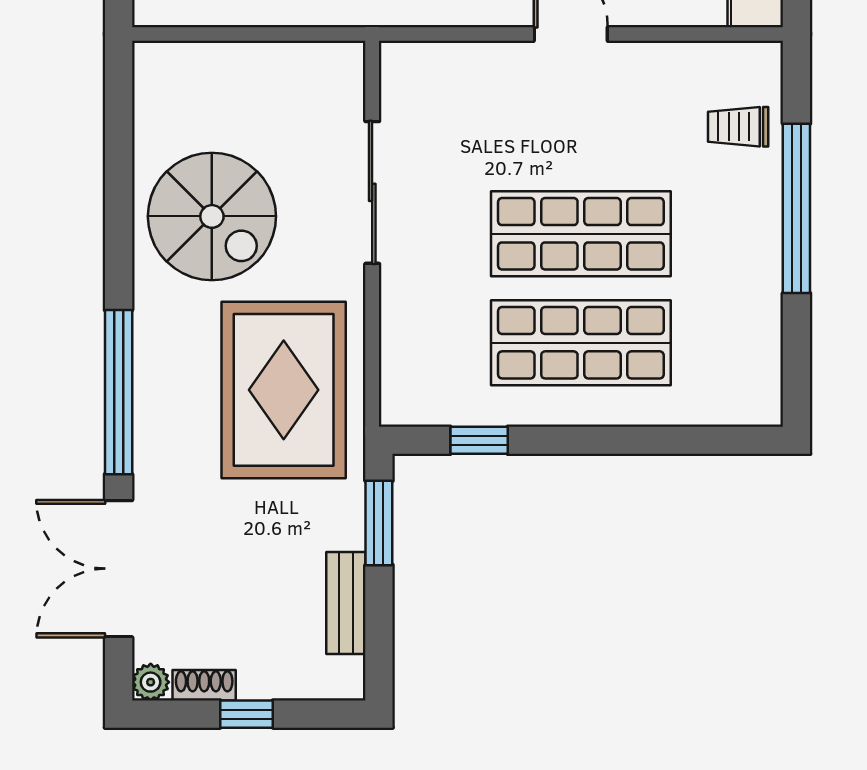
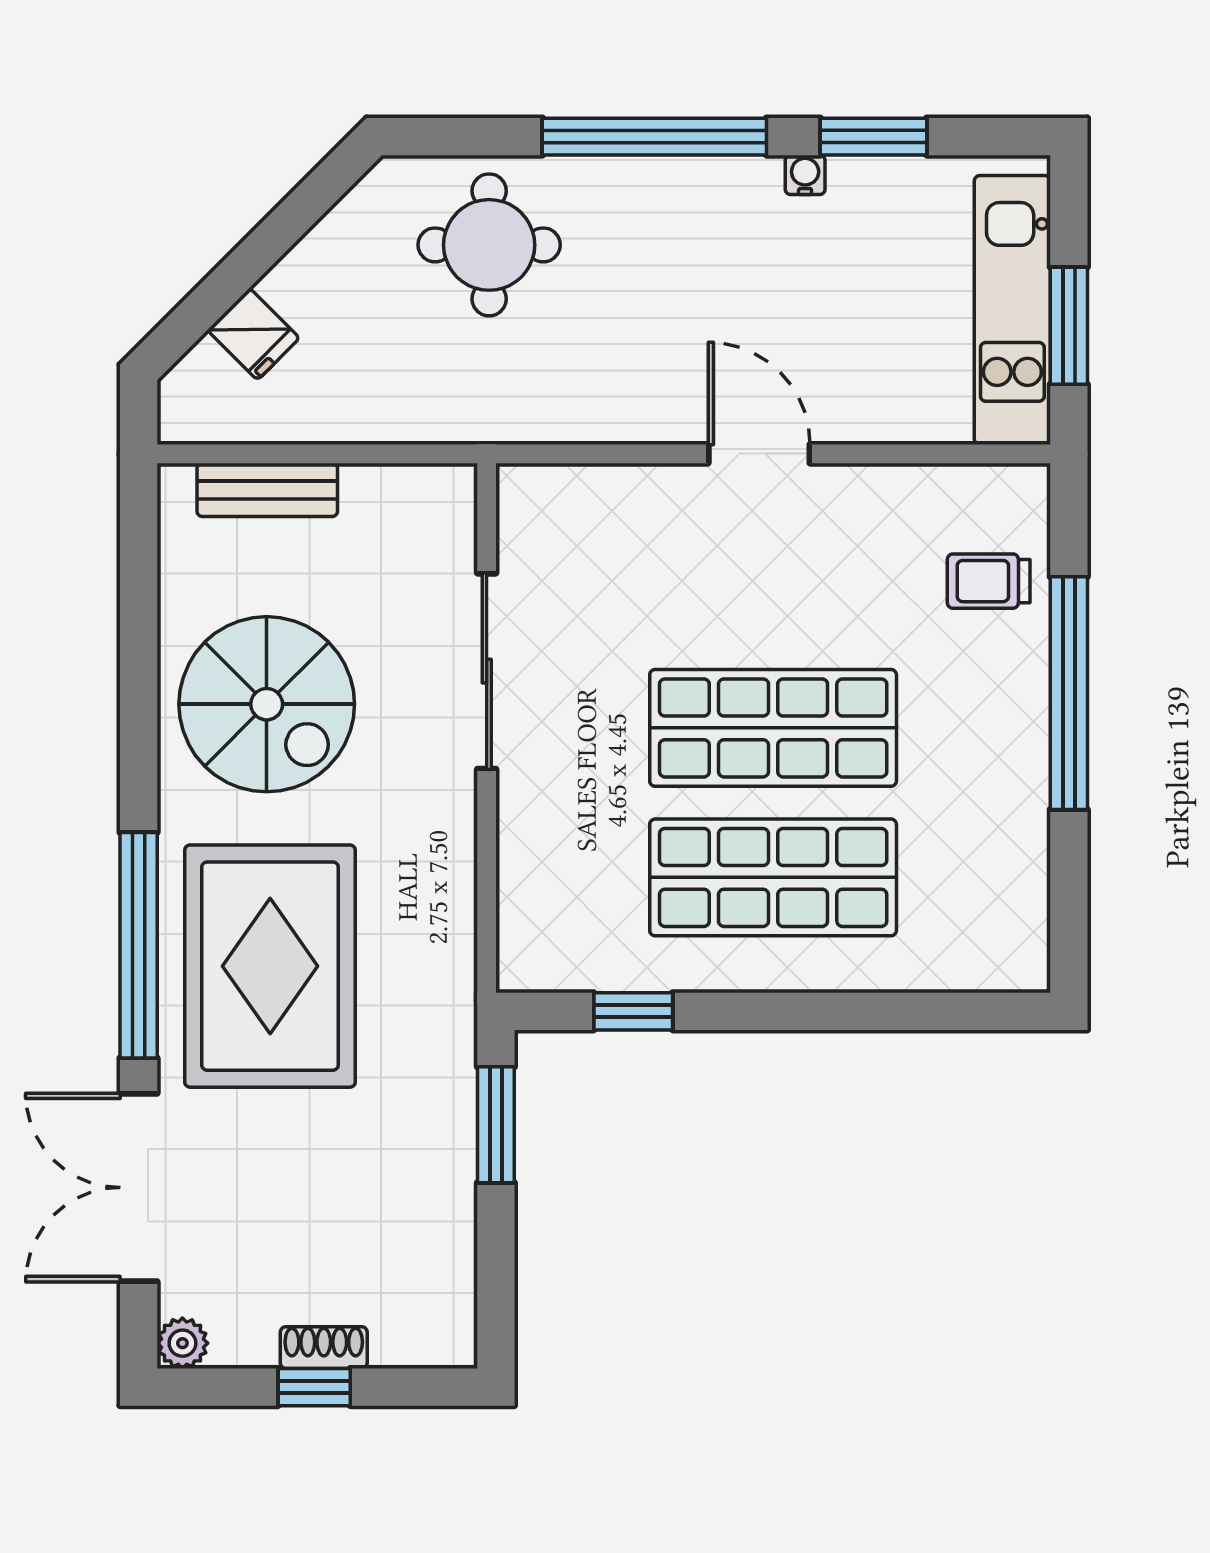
rug: (284, 390) -> (270, 966), moved
bench: (346, 603) -> (267, 490), moved, turned 90
shoe rack: (204, 685) -> (324, 1348), moved

